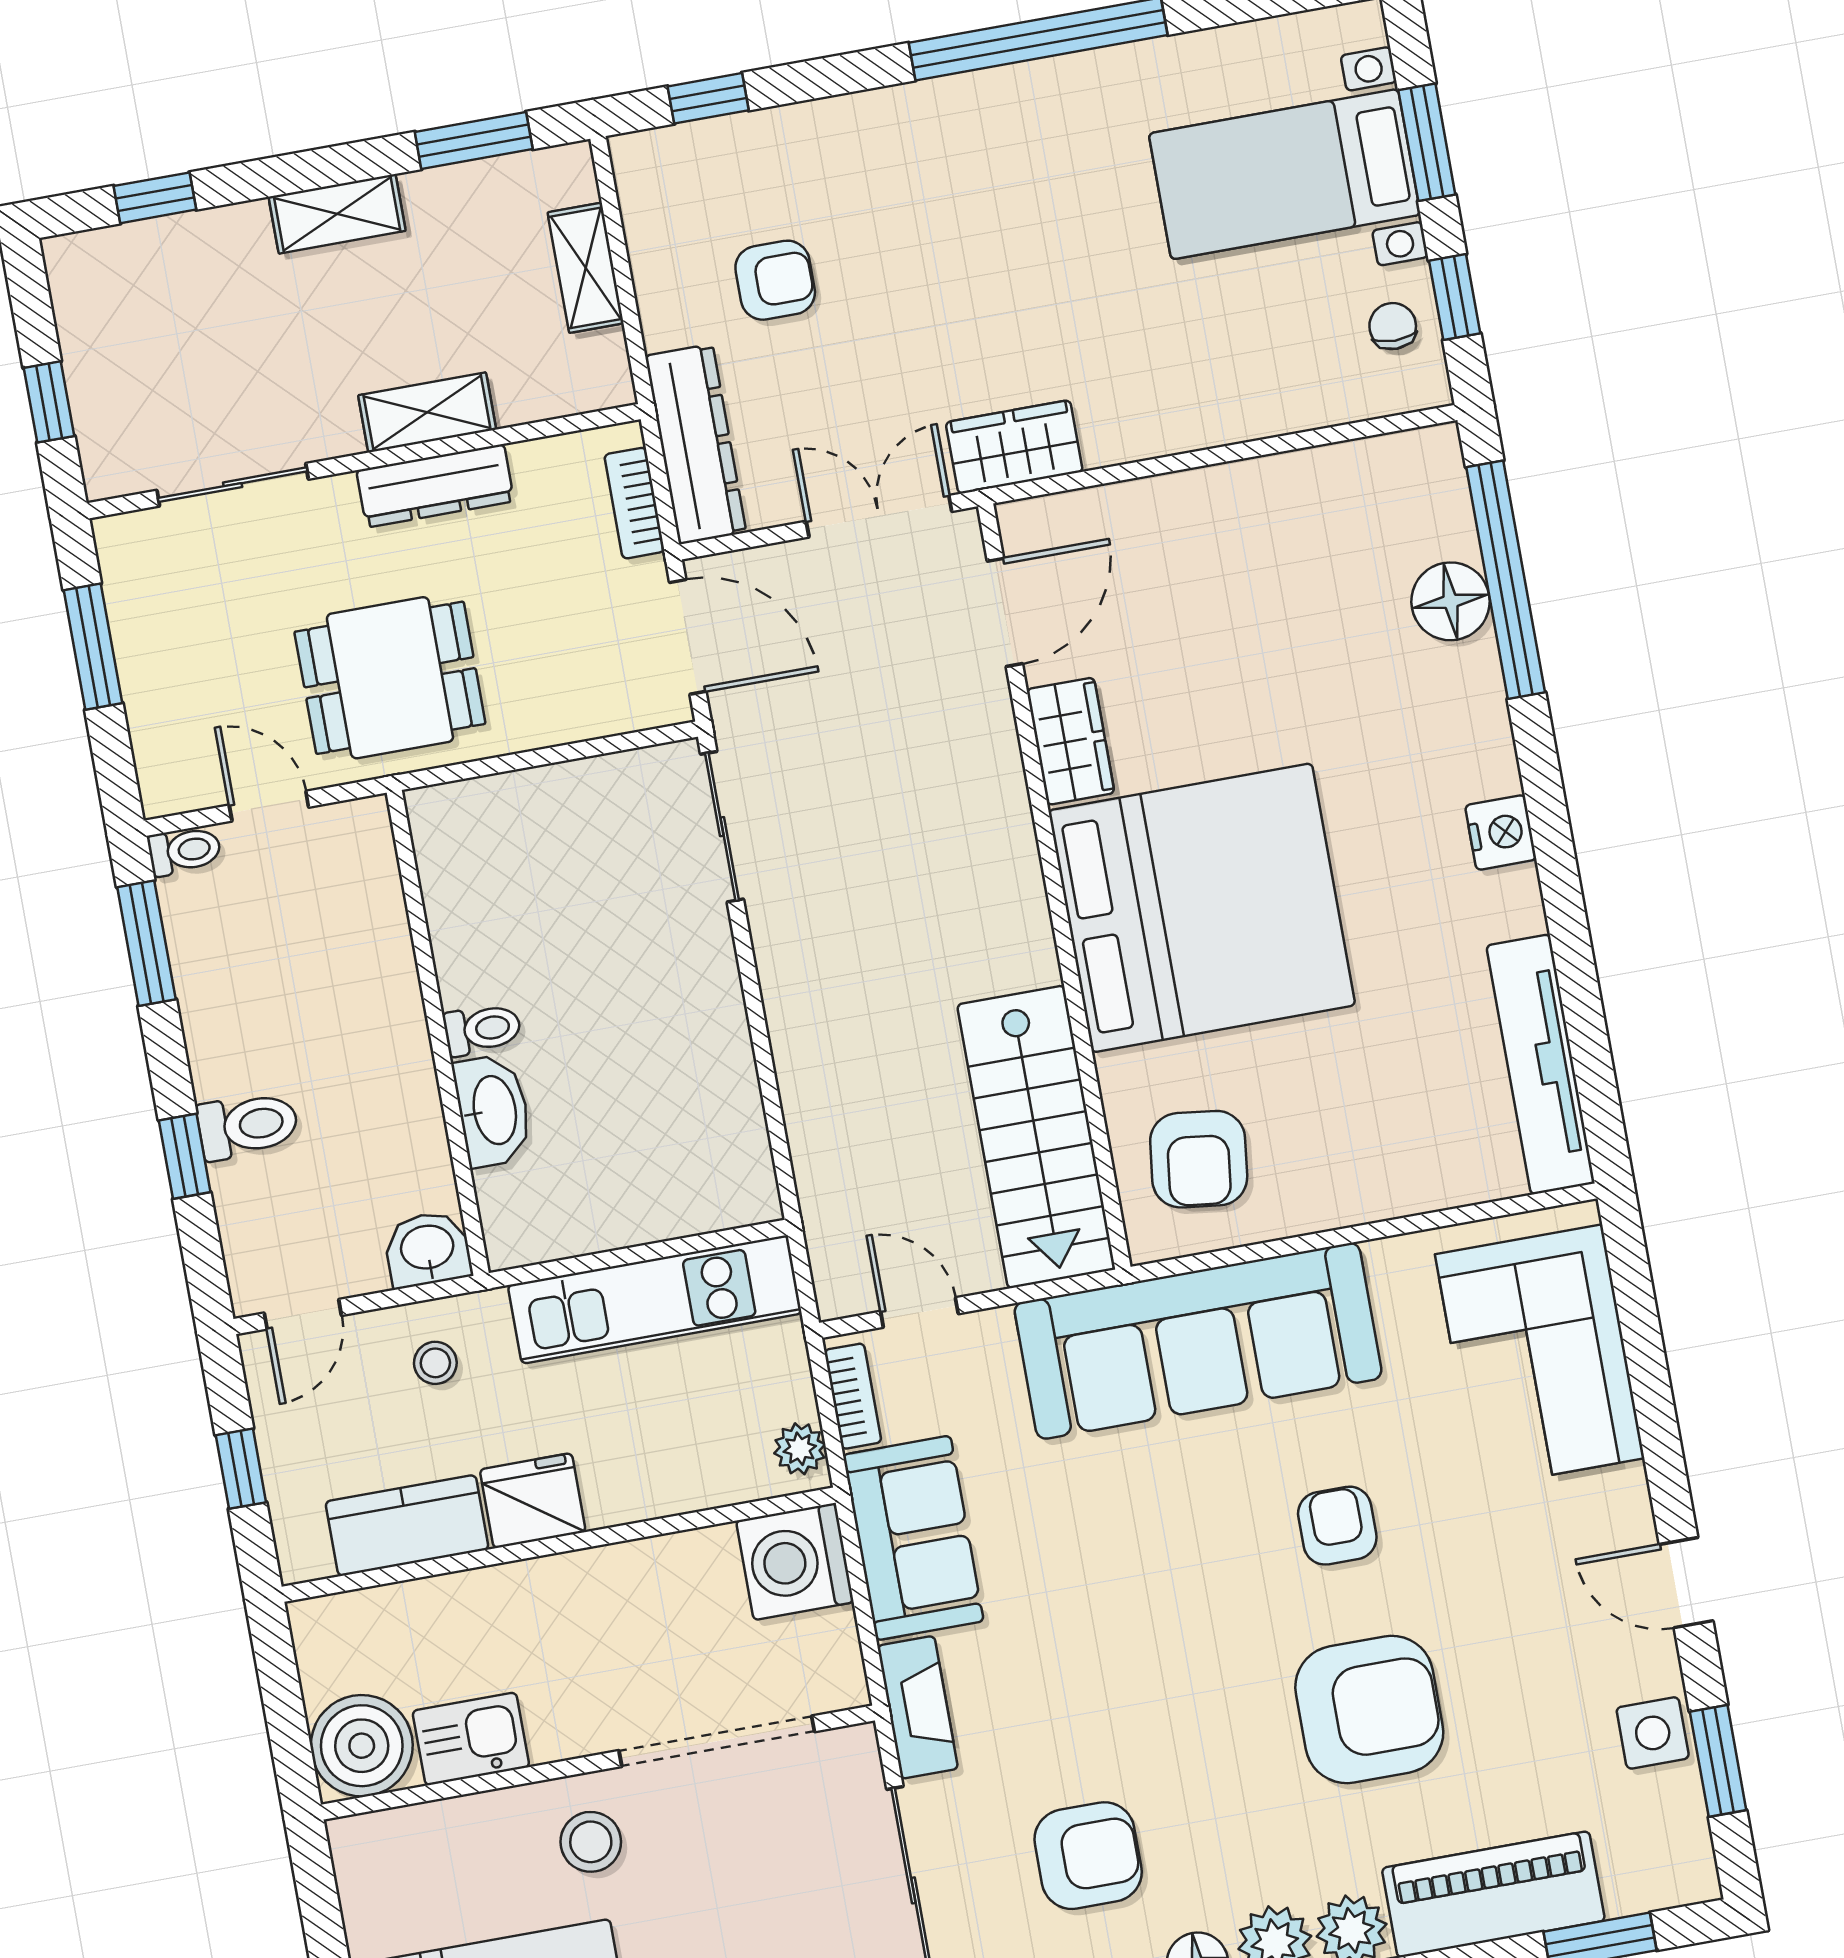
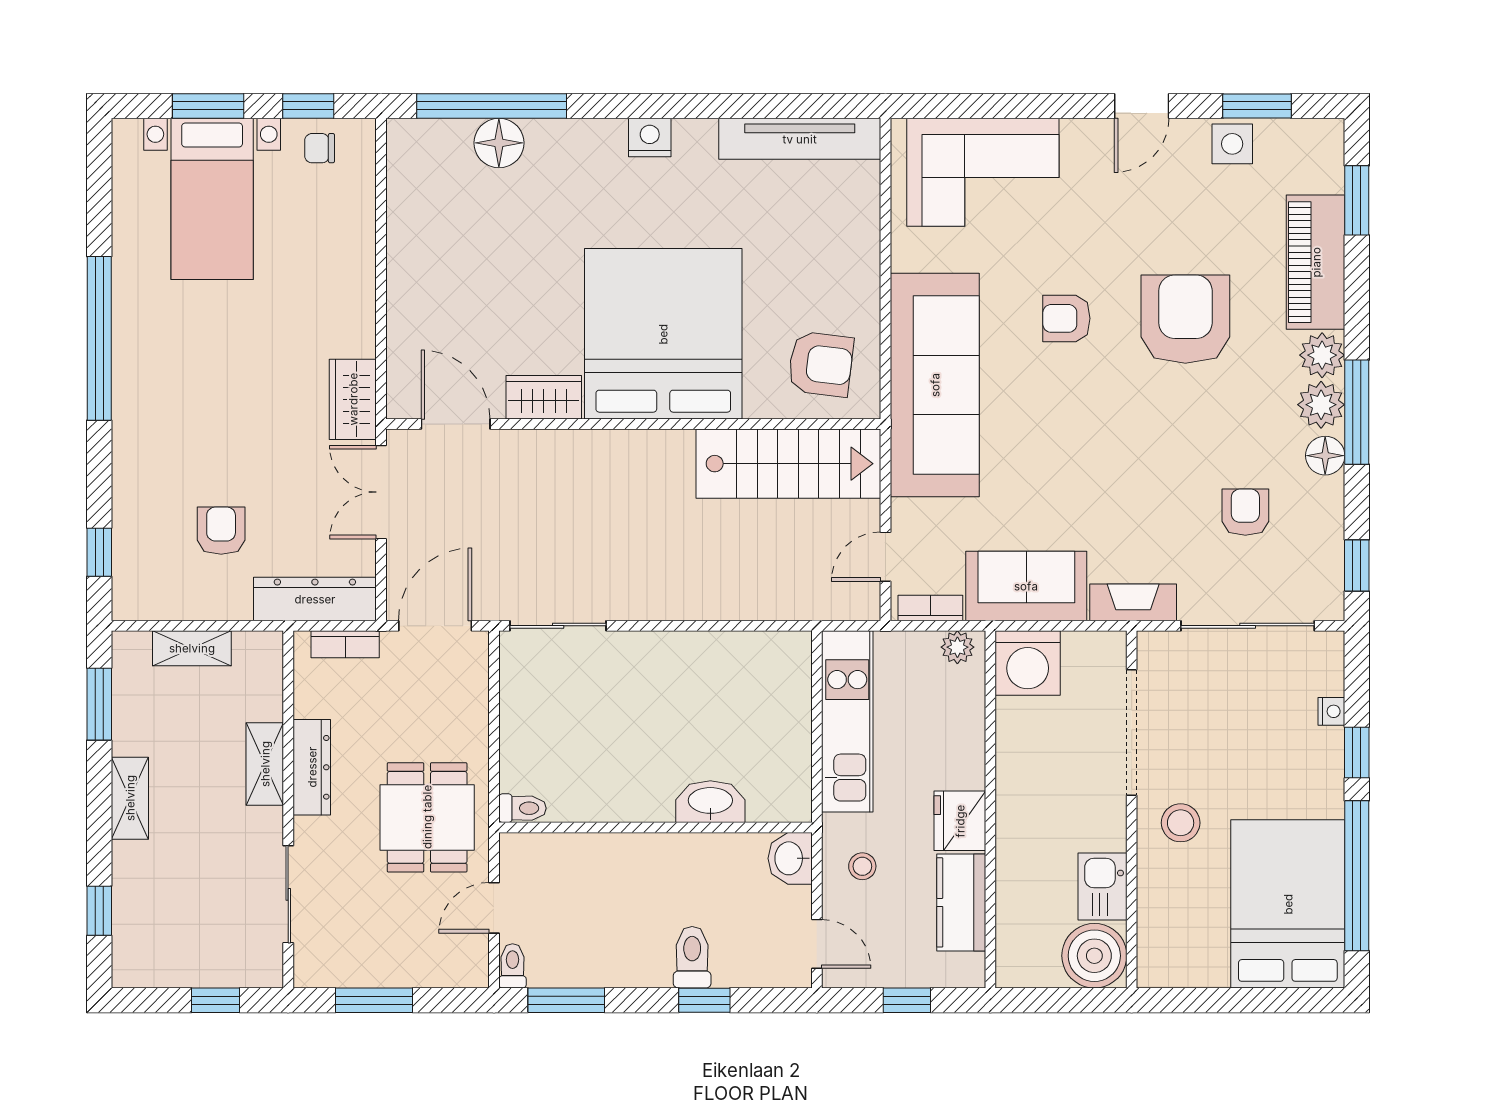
toilet: (482, 1029) -> (522, 808), moved, turned 90
armchair: (1088, 1856) -> (1245, 512), width x0.72, depth x0.72

